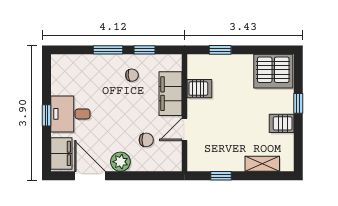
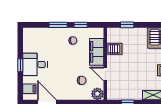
door: (184, 129) -> (105, 74), hinge flipped
filing cabinet: (61, 153) -> (29, 89), width x0.50
plant: (120, 162) -> (97, 94), moved

